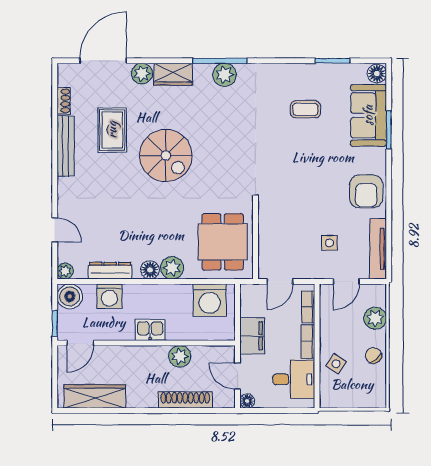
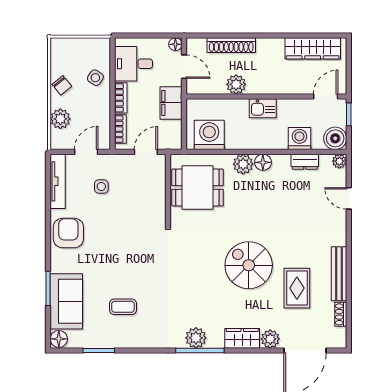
dining table: (223, 242) -> (197, 187), turned 90
dresser: (110, 271) -> (305, 162), width x0.70

